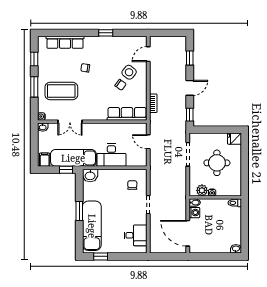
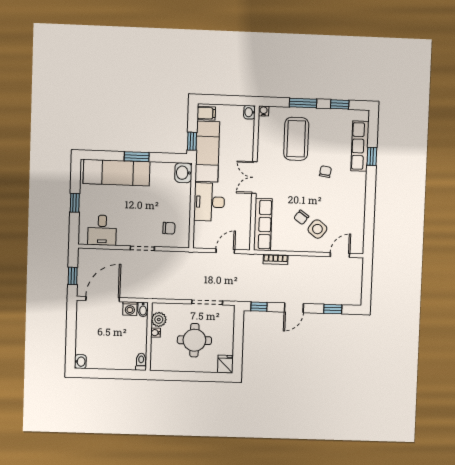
window: (106, 33) -> (372, 156), moved
door: (148, 54) -> (340, 255), hinge flipped
door: (190, 88) -> (294, 308), hinge flipped
double door: (70, 122) -> (254, 178), moved
window: (101, 256) -> (75, 203), moved
window: (171, 256) -> (73, 276), added

